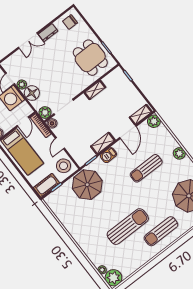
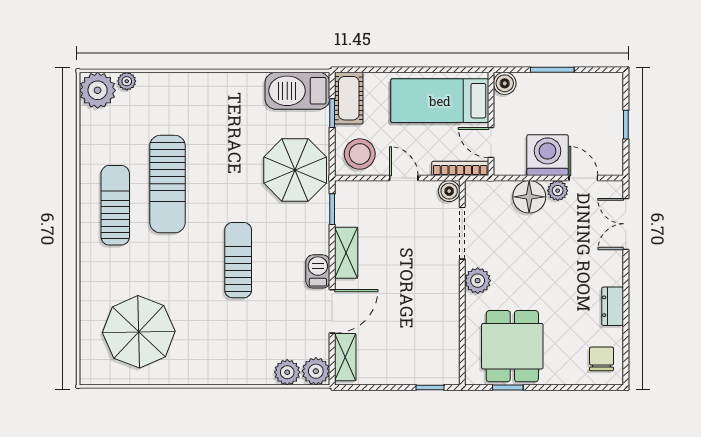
double door: (28, 41) -> (626, 224), moved
dining table: (90, 58) -> (512, 346), turned 90
shelving: (95, 90) -> (450, 311), removed
plant: (45, 112) -> (478, 281), moved
door: (128, 132) -> (332, 311), swing flipped
plant: (179, 153) -> (287, 372), moved
barbecue: (108, 155) -> (318, 271), moved
sun lounger: (146, 168) -> (238, 260), moved
barbecue: (58, 206) -> (297, 91), added
sun lounger: (161, 231) -> (115, 205), moved

